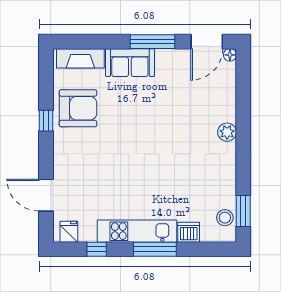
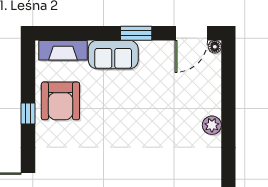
window: (152, 42) -> (136, 33), width x0.69
armchair: (78, 108) -> (60, 101), turned 90

